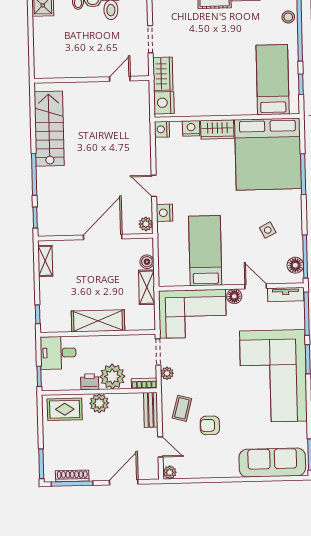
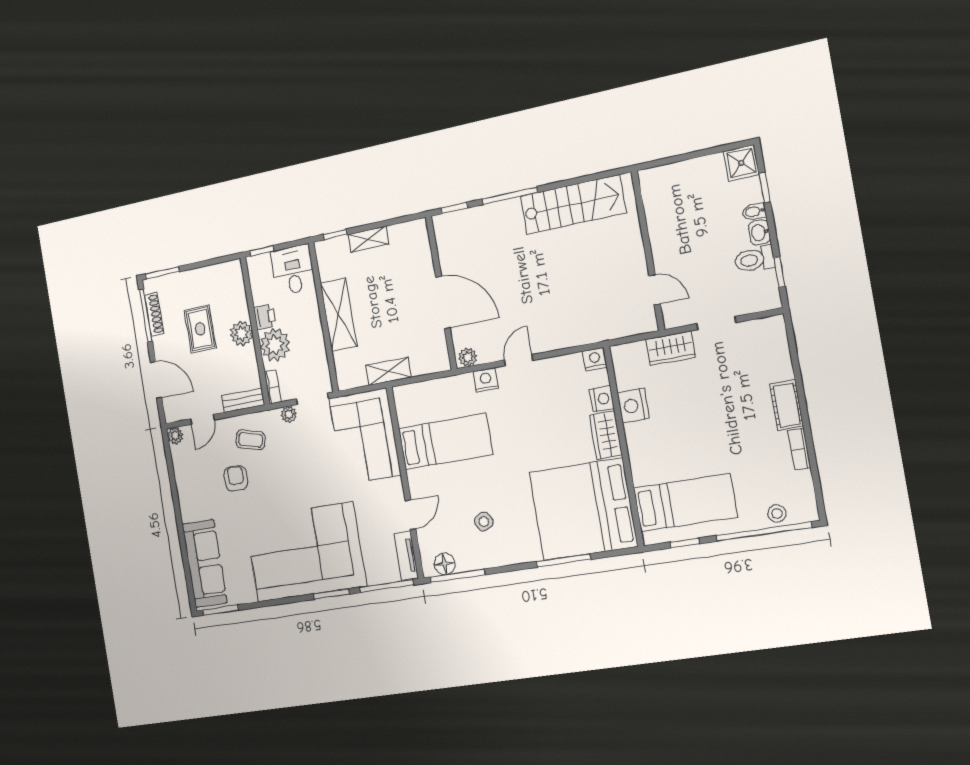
nightstand: (164, 103) -> (633, 406), moved, turned -90
shelving: (45, 261) -> (368, 239), moved
boiler: (147, 262) -> (420, 366), removed
floor lamp: (234, 296) -> (394, 488), removed
rug: (65, 409) -> (200, 329), moved

